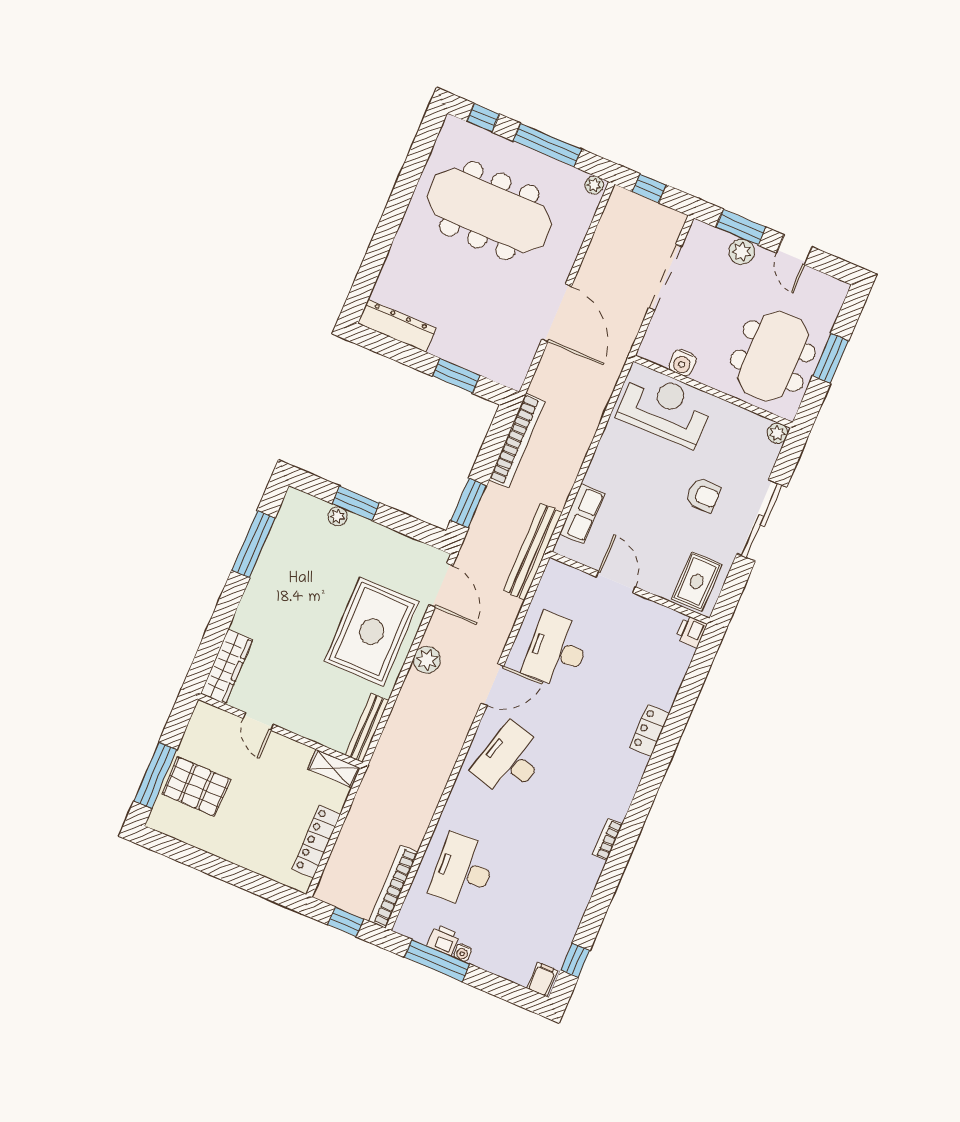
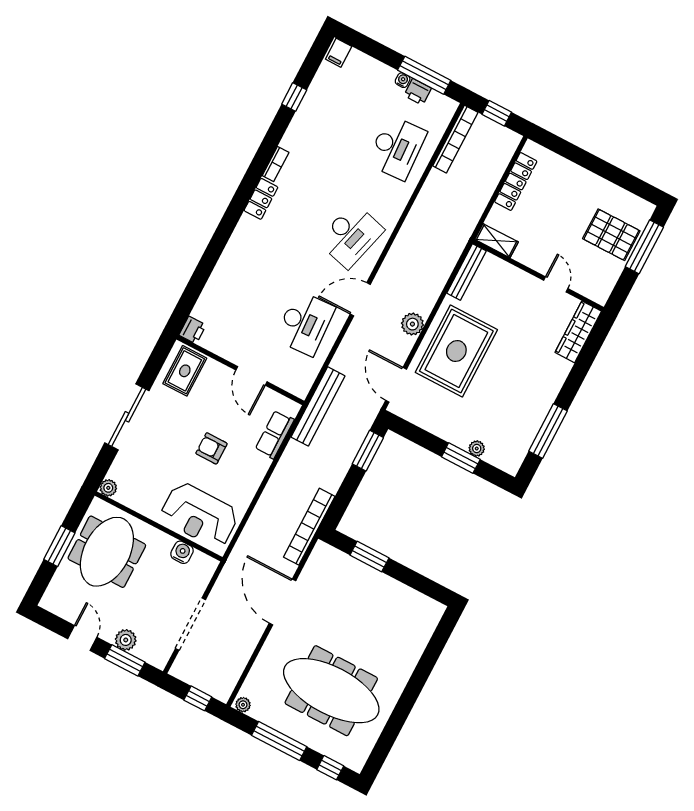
dresser: (397, 326) -> (415, 602), removed
bookcase: (517, 441) -> (309, 527), moved
armchair: (703, 495) -> (211, 448), moved
locker: (649, 730) -> (261, 199), moved
window: (575, 960) -> (294, 97), moved

